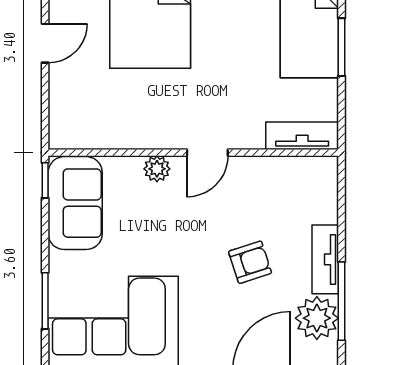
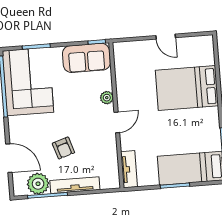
door: (207, 153) -> (117, 122), swing flipped
tv unit: (325, 259) -> (75, 185), width x1.41

